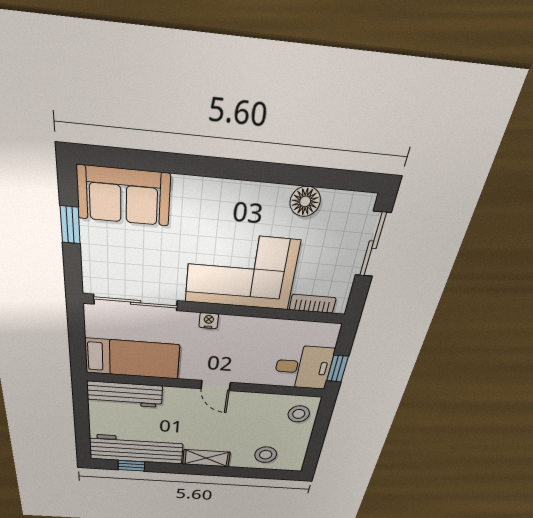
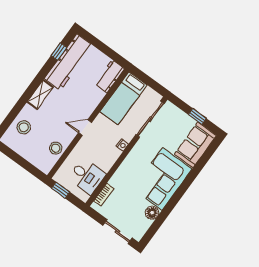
corner sofa: (241, 272) -> (162, 179), moved, turned 180
desk: (303, 367) -> (87, 176), moved, turned -90
workbench: (125, 394) -> (110, 76), width x0.73
stool: (299, 414) -> (56, 148), moved

